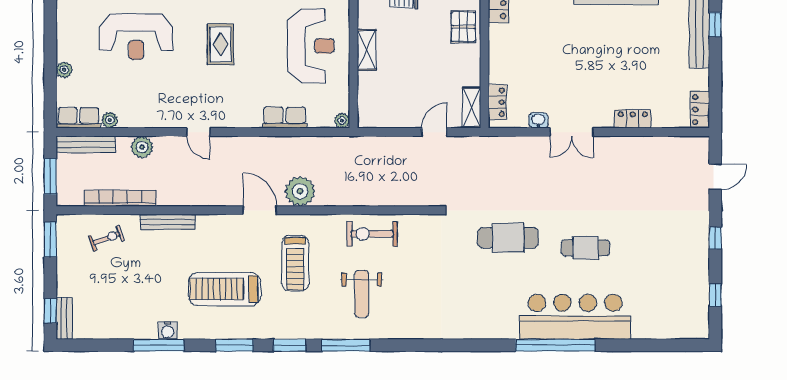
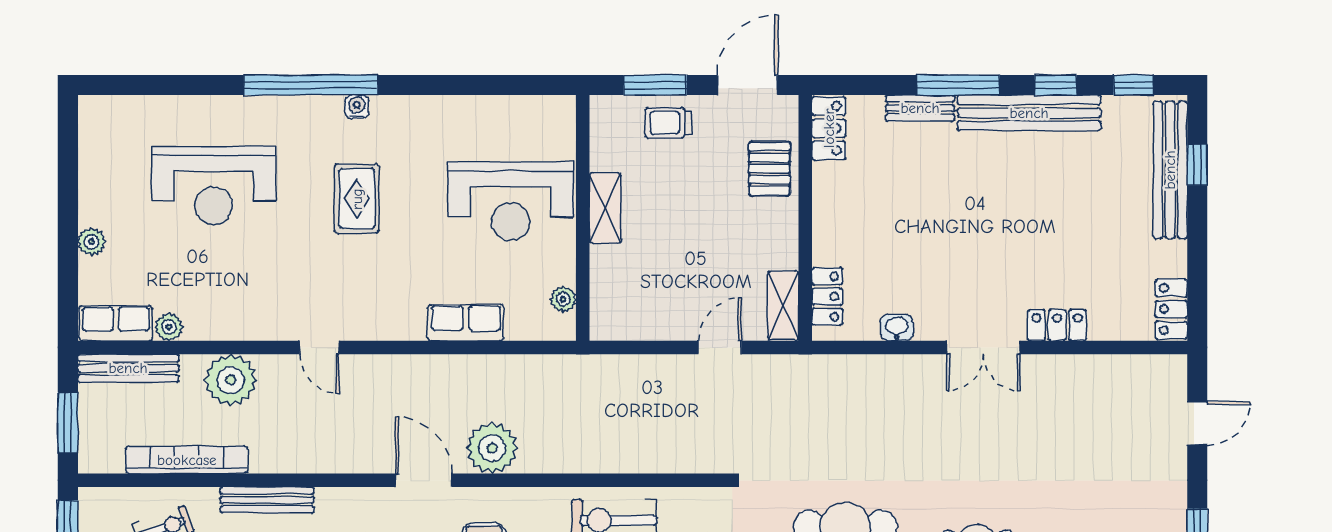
reception desk: (311, 46) -> (511, 201), turned 90
plant: (342, 121) -> (563, 299), moved
double door: (572, 132) -> (983, 347), moved
plant: (142, 147) -> (231, 380), width x1.36, depth x1.36

